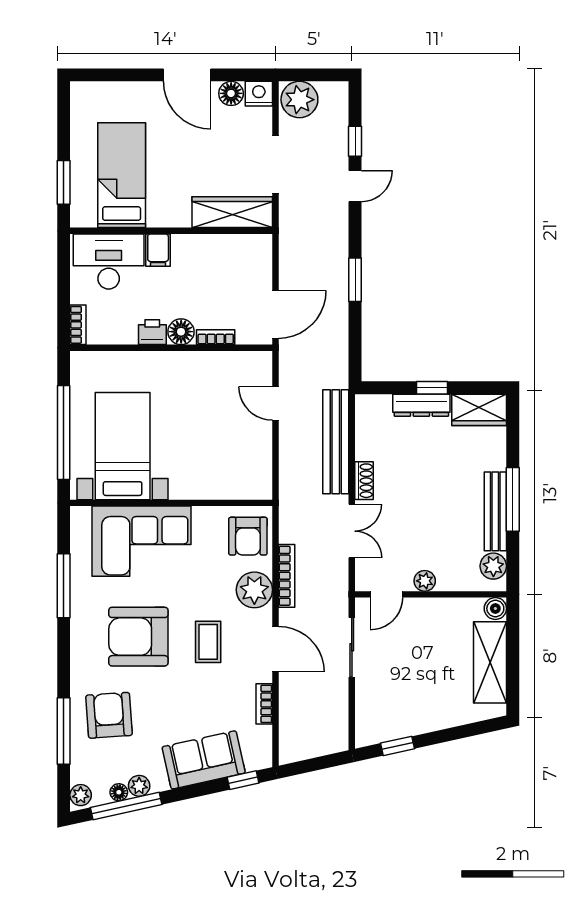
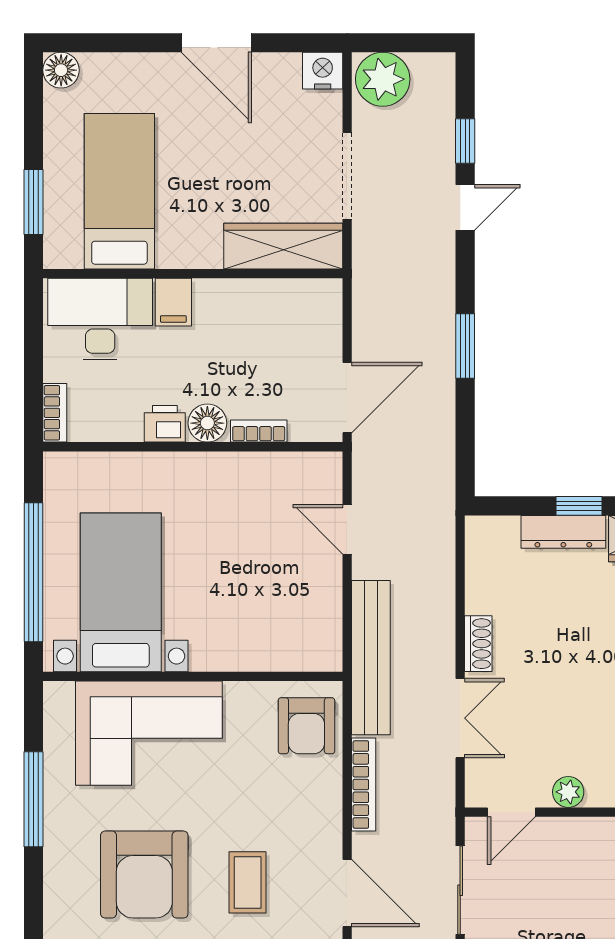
floor lamp: (231, 93) -> (61, 70), moved
bench: (336, 442) -> (371, 658), moved
plant: (254, 590) -> (316, 805), removed
armchair: (138, 637) -> (144, 875), turned -90

